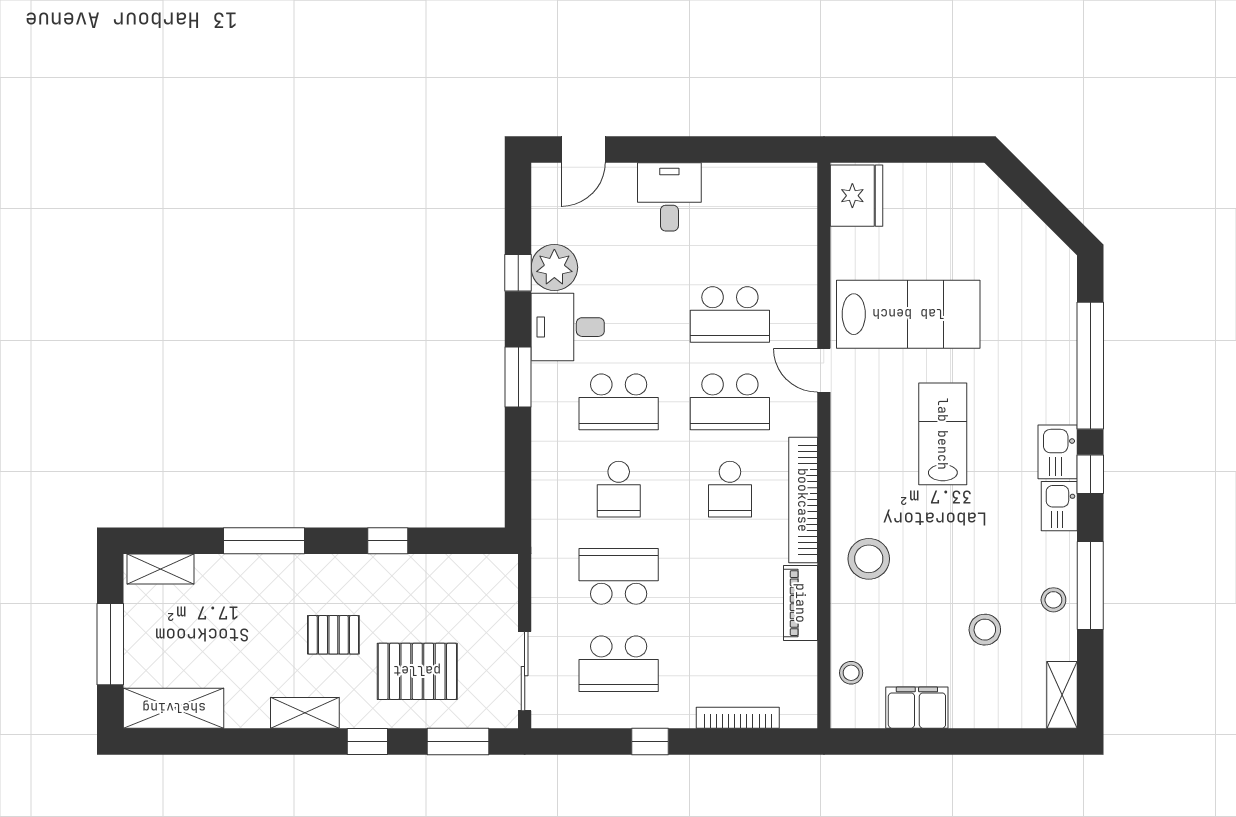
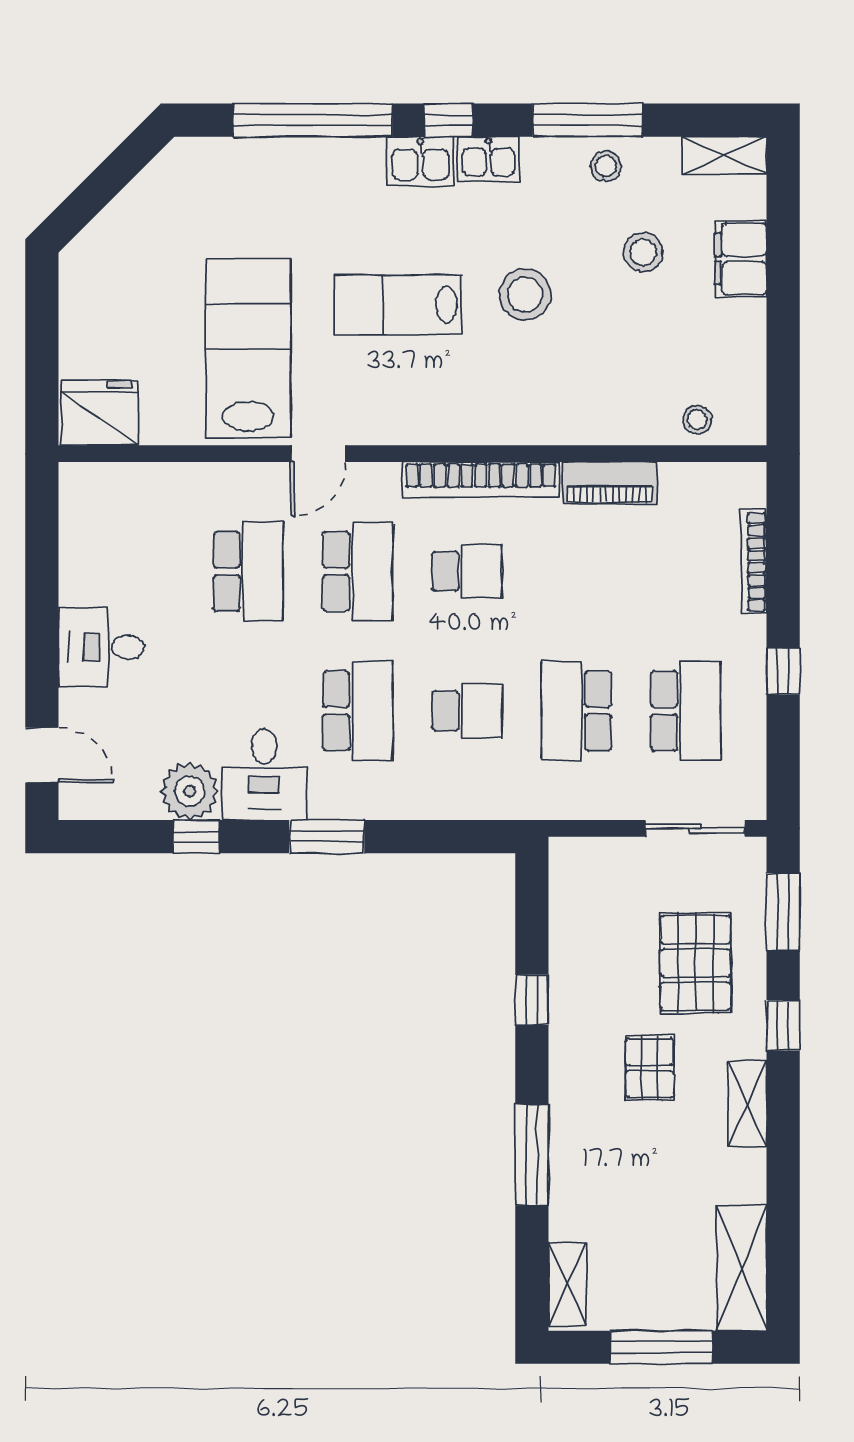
stool: (869, 559) -> (525, 294), moved
filing cabinet: (917, 708) -> (741, 259), moved

